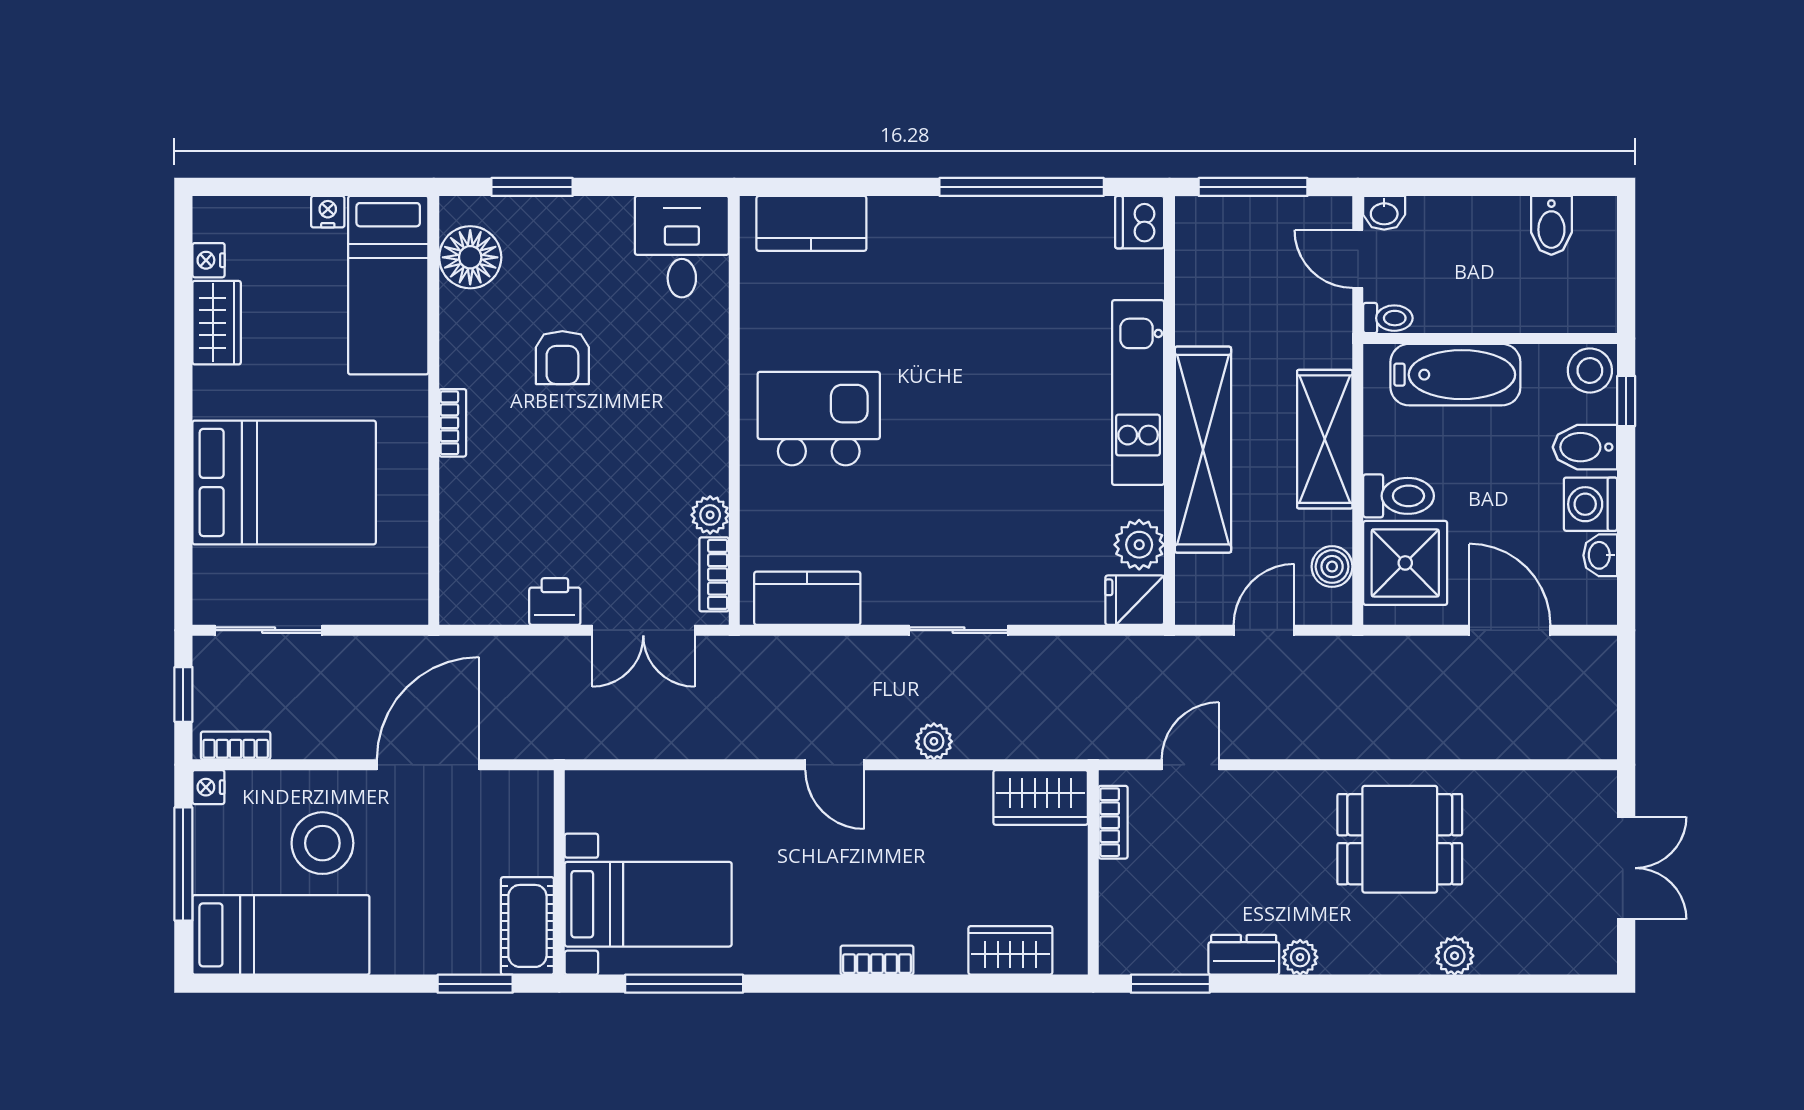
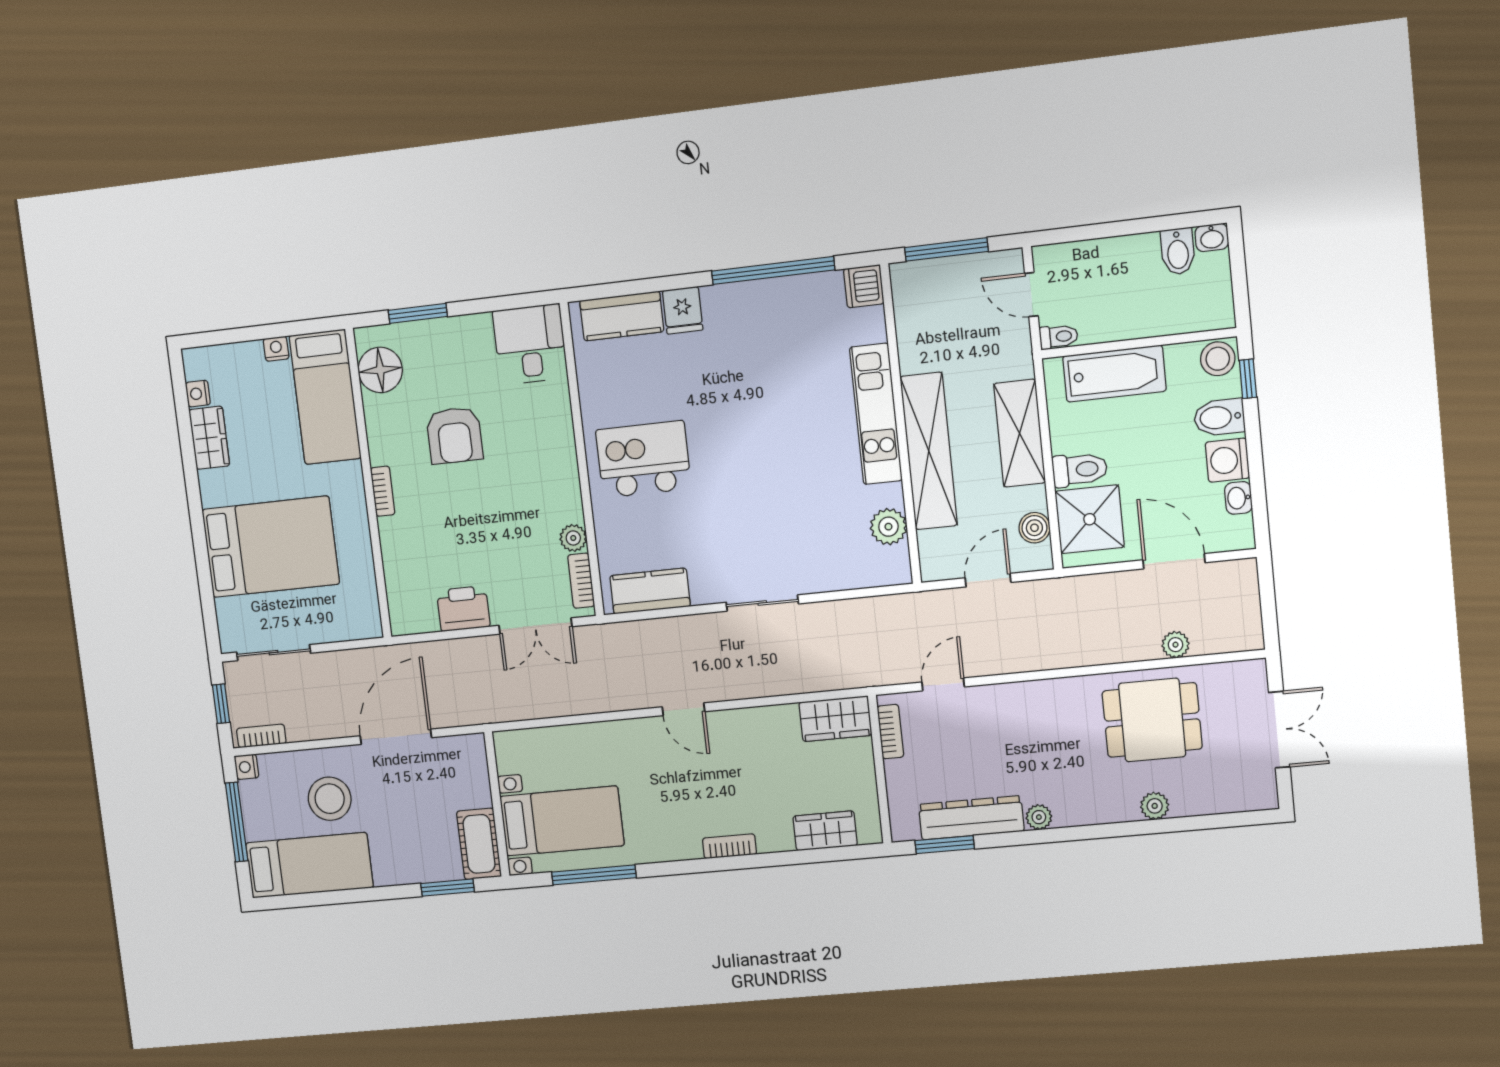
washbasin: (1384, 213) -> (1212, 237), moved
armchair: (562, 358) -> (454, 435), width x1.38, depth x1.38
fridge: (1135, 600) -> (683, 310), moved, turned -90
printer: (555, 602) -> (463, 609), width x1.36, depth x1.24
plant: (934, 741) -> (1175, 645), moved
dining table: (1400, 839) -> (1152, 720), moved
dresser: (1244, 955) -> (971, 818), width x1.96, depth x1.24

